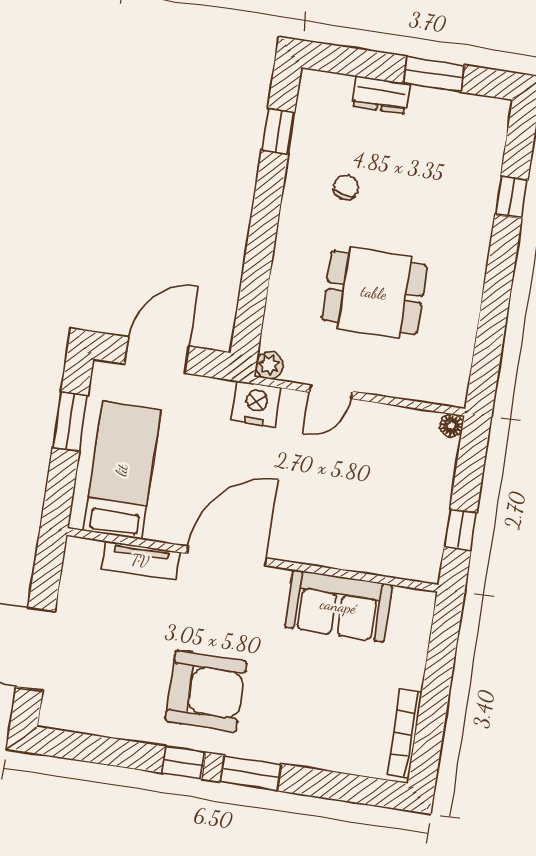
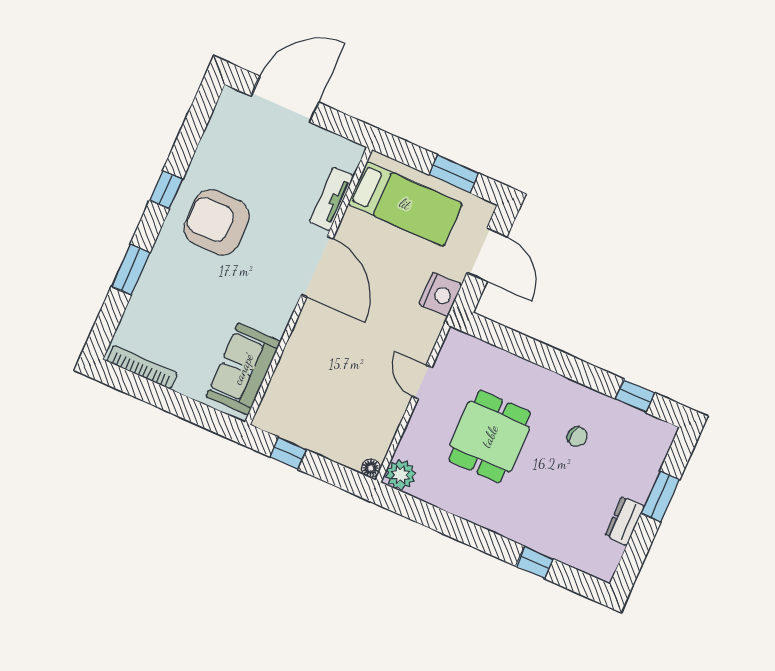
window: (434, 74) -> (660, 496), moved
dresser: (381, 95) -> (625, 521), moved
plant: (270, 365) -> (400, 475), moved, width x1.38, depth x1.38
nightstand: (256, 404) -> (440, 295), moved
sofa: (338, 606) -> (243, 369), moved
armchair: (206, 691) -> (217, 222), turned 90
window: (251, 773) -> (131, 270), moved

